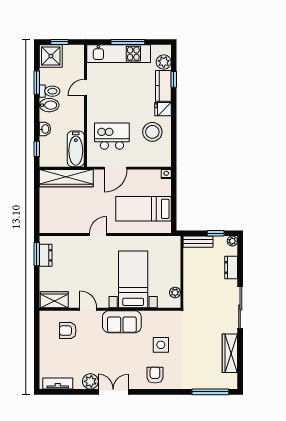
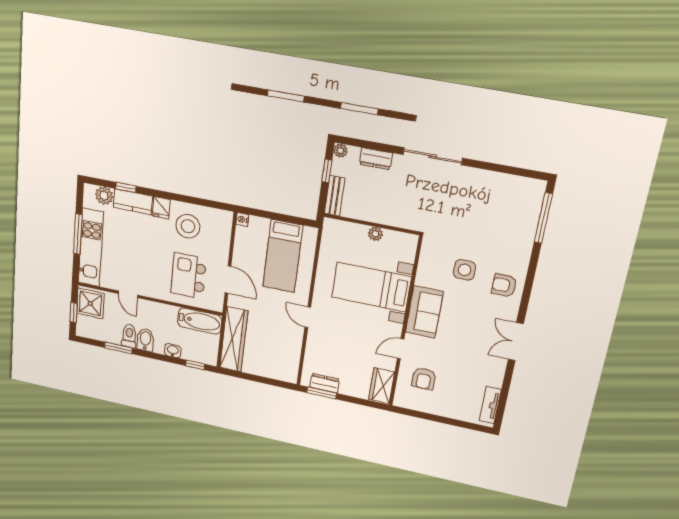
shower: (51, 56) -> (90, 303), moved
plant: (175, 292) -> (375, 234), moved
wardrobe: (230, 353) -> (494, 182), removed
plant: (90, 381) -> (496, 366), removed

